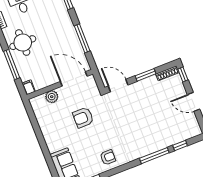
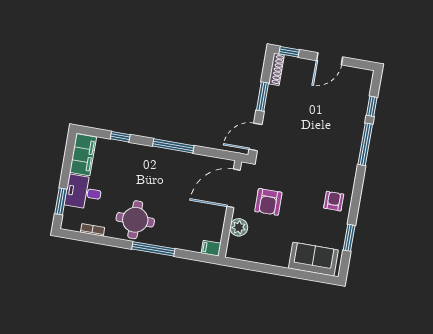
door: (74, 79) -> (234, 188), moved
wall: (60, 84) -> (230, 209), moved
filing cabinet: (29, 87) -> (211, 248), moved
plant: (52, 97) -> (239, 227), moved

